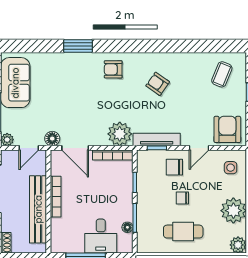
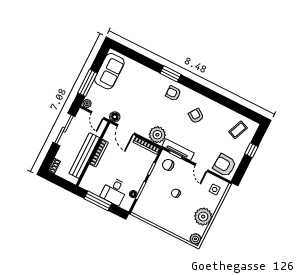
window: (78, 46) -> (170, 74), moved
armchair: (227, 129) -> (224, 165), turned -86
door: (29, 148) -> (98, 115), hinge flipped
door: (199, 148) -> (201, 168), hinge flipped
chair: (174, 167) -> (168, 165), moved
cafe table: (183, 232) -> (166, 214), removed

